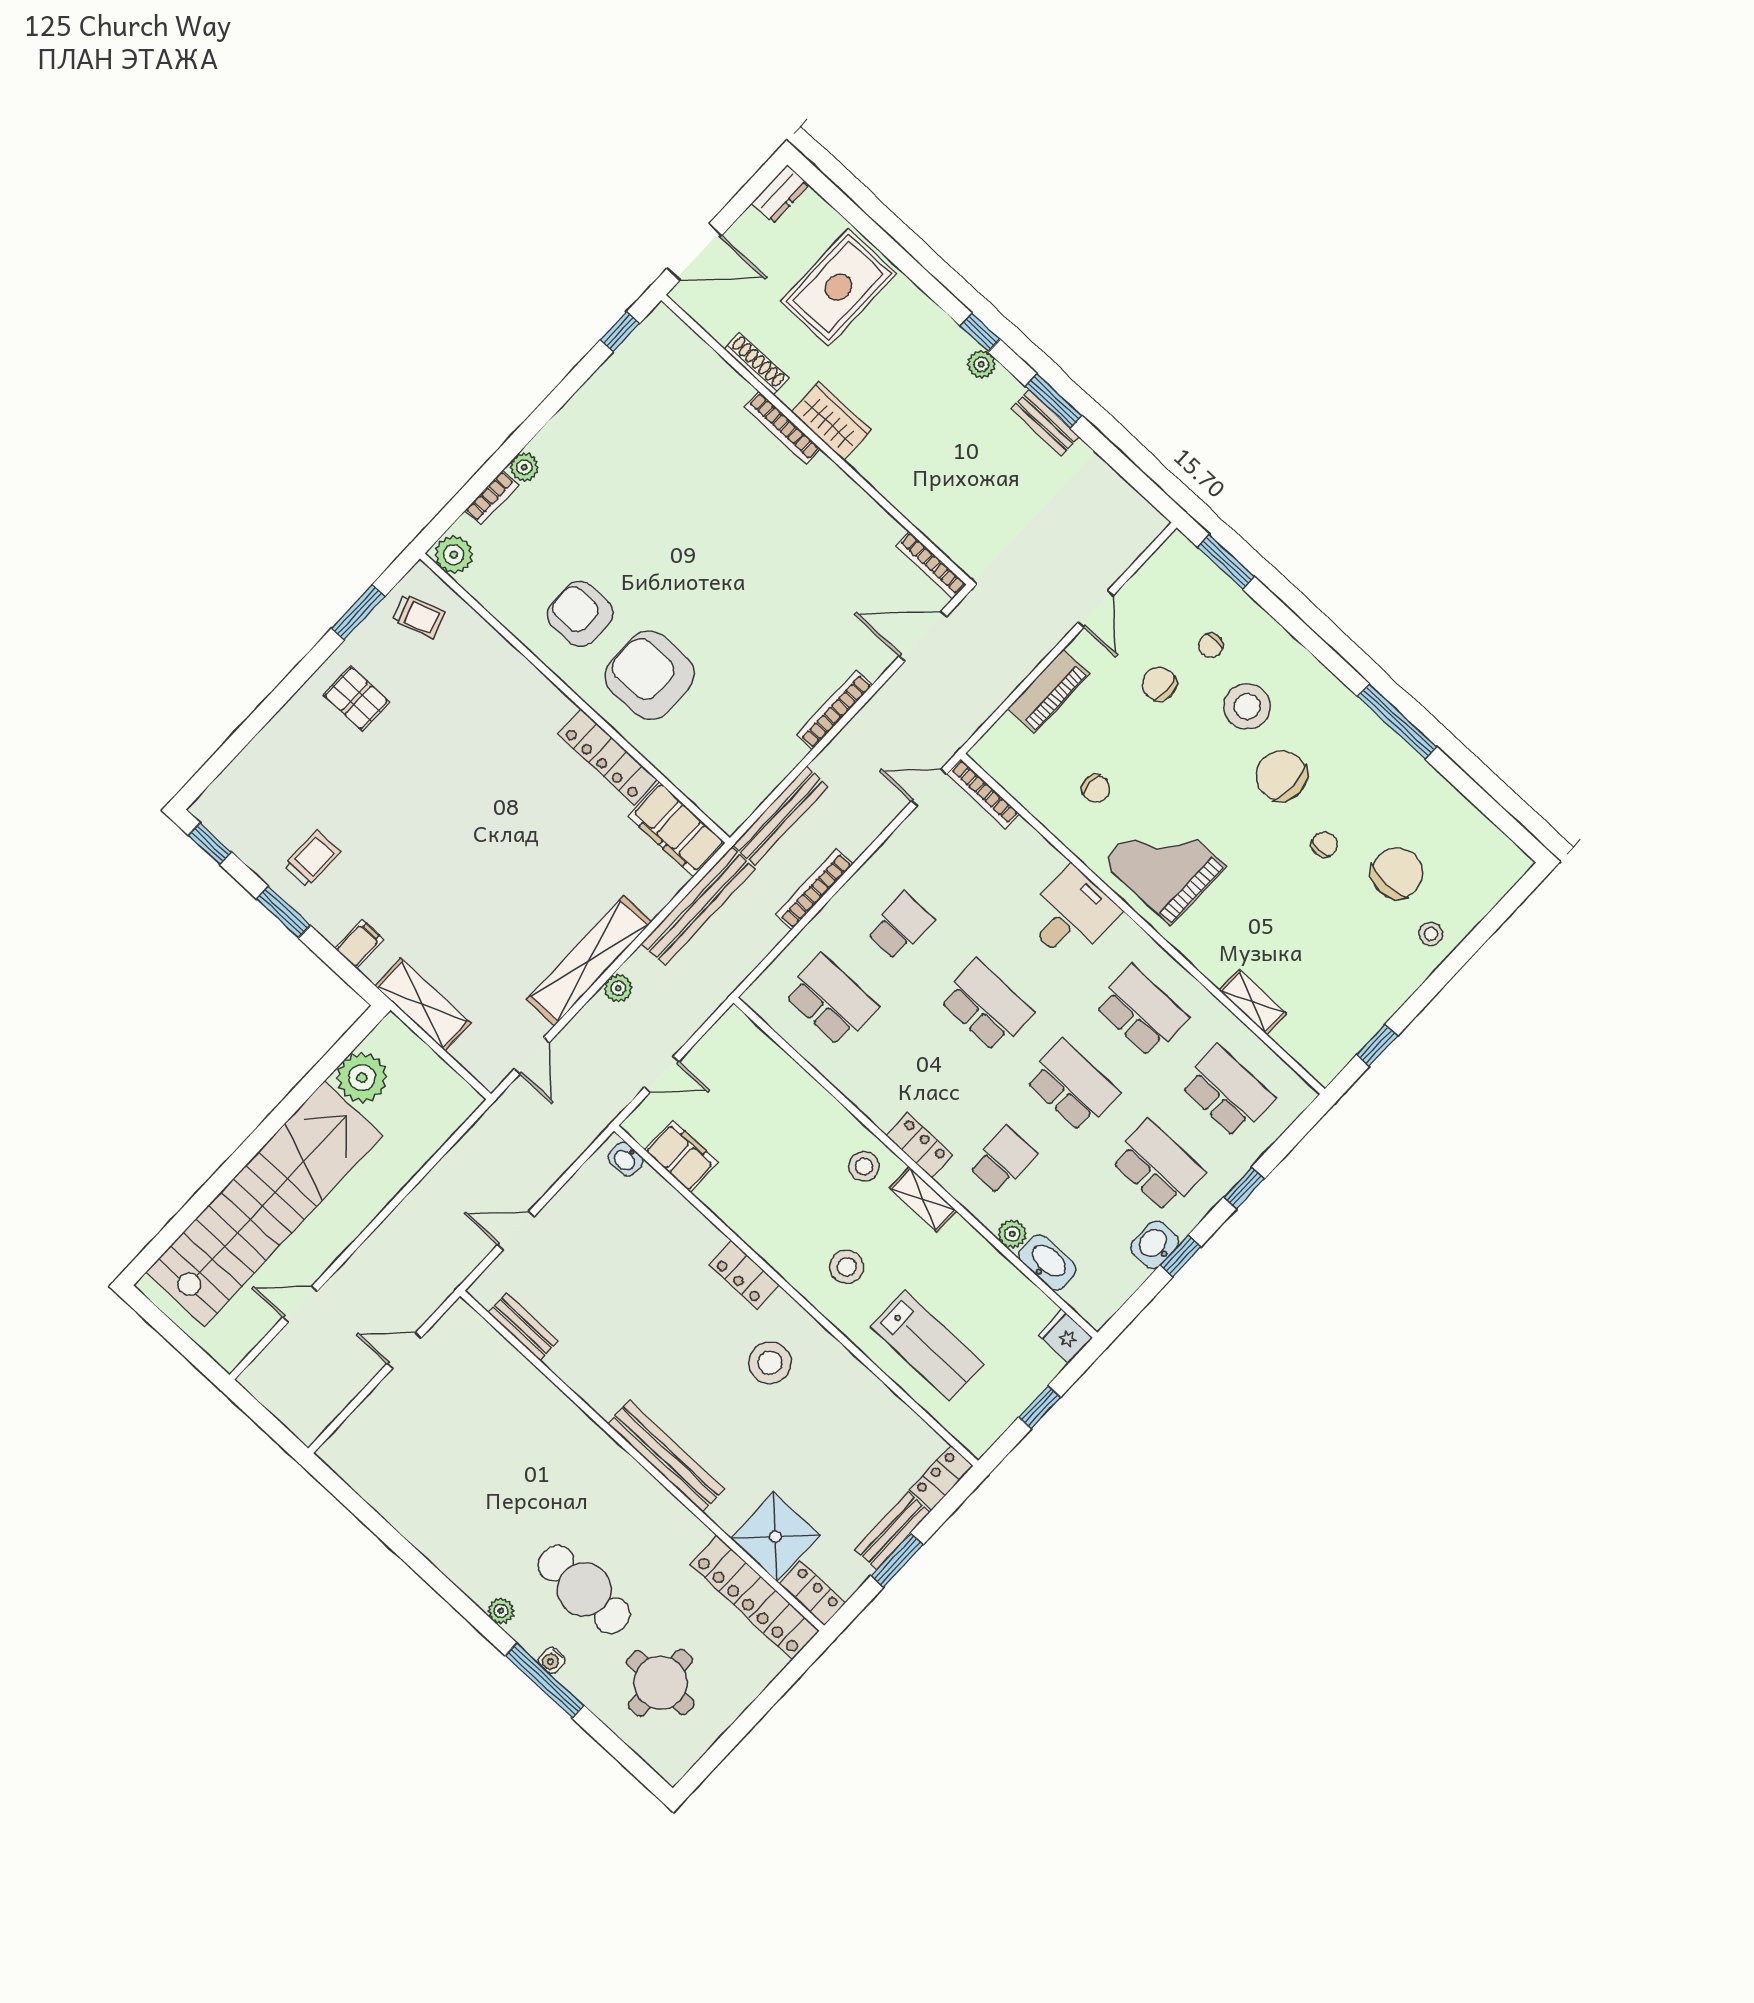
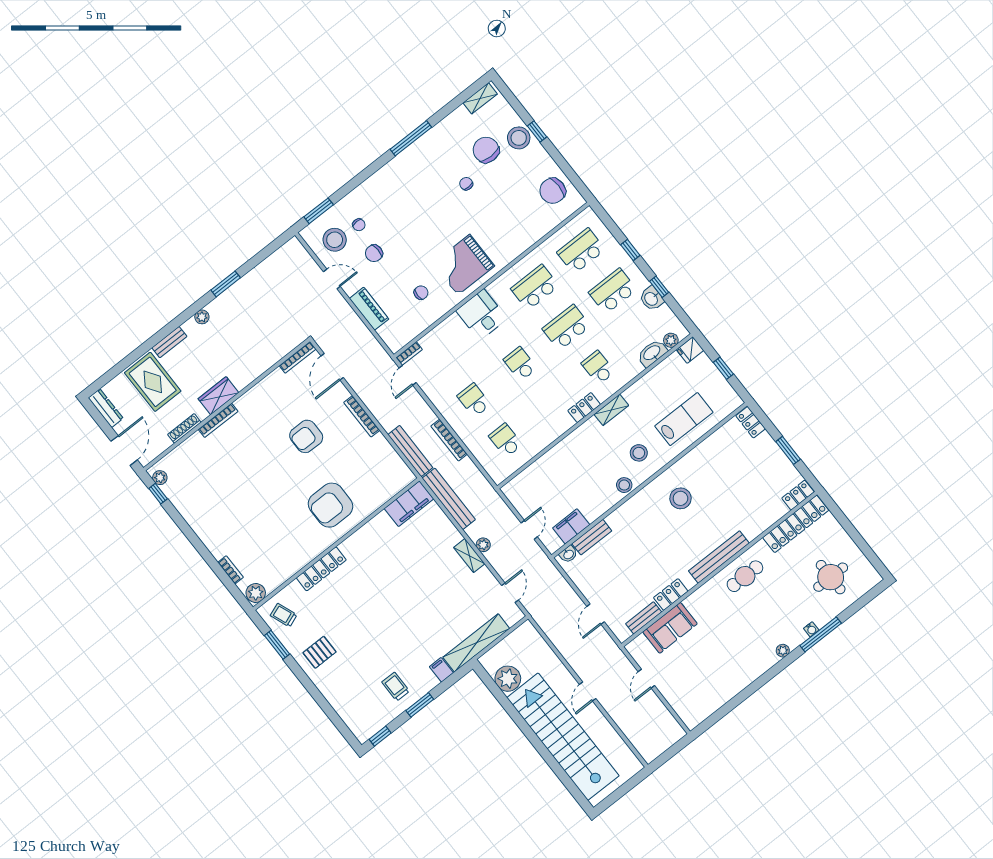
dresser: (780, 194) -> (106, 408), width x1.44
window: (980, 333) -> (186, 315), removed
bench: (1045, 423) -> (169, 342), moved
plant: (524, 467) -> (160, 478), moved
armchair: (580, 614) -> (306, 436), moved
trolley: (419, 616) -> (284, 615), turned -92
stool: (1247, 707) -> (335, 240), moved
locker: (608, 757) -> (321, 569), moved
chair: (1281, 776) -> (553, 191), moved
bookcase: (983, 794) -> (409, 354), width x0.64
stool: (1431, 934) -> (519, 138), width x1.89, depth x1.89
shelving: (589, 961) -> (469, 556), width x0.45, depth x0.75
school desk: (831, 1000) -> (505, 440), width x0.54
shelving: (1253, 1002) -> (480, 98), moved
shelving: (423, 1004) -> (476, 643), width x1.47
school desk: (986, 1006) -> (520, 364), width x0.54
window: (1377, 1045) -> (537, 131), moved
door: (532, 1056) -> (510, 593), hinge flipped
stool: (864, 1166) -> (624, 485), moved
plant: (1012, 1234) -> (671, 340), moved
locker: (744, 1275) -> (671, 594), moved, turned 180
door: (300, 1304) -> (588, 691), moved
sofa: (512, 1382) -> (670, 628), added
bench: (892, 1531) -> (592, 537), moved, turned 90
shower: (775, 1537) -> (767, 509), removed
cafe table: (584, 1589) -> (745, 576), moved, width x0.73, depth x0.74

